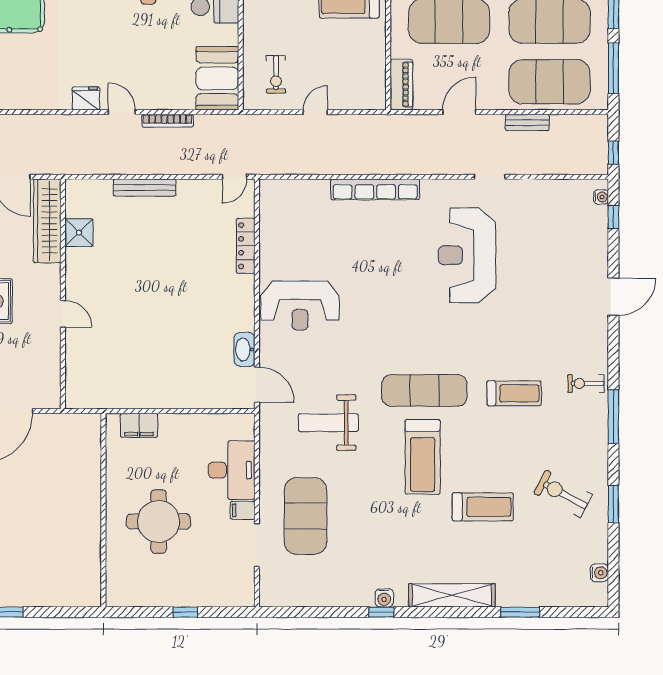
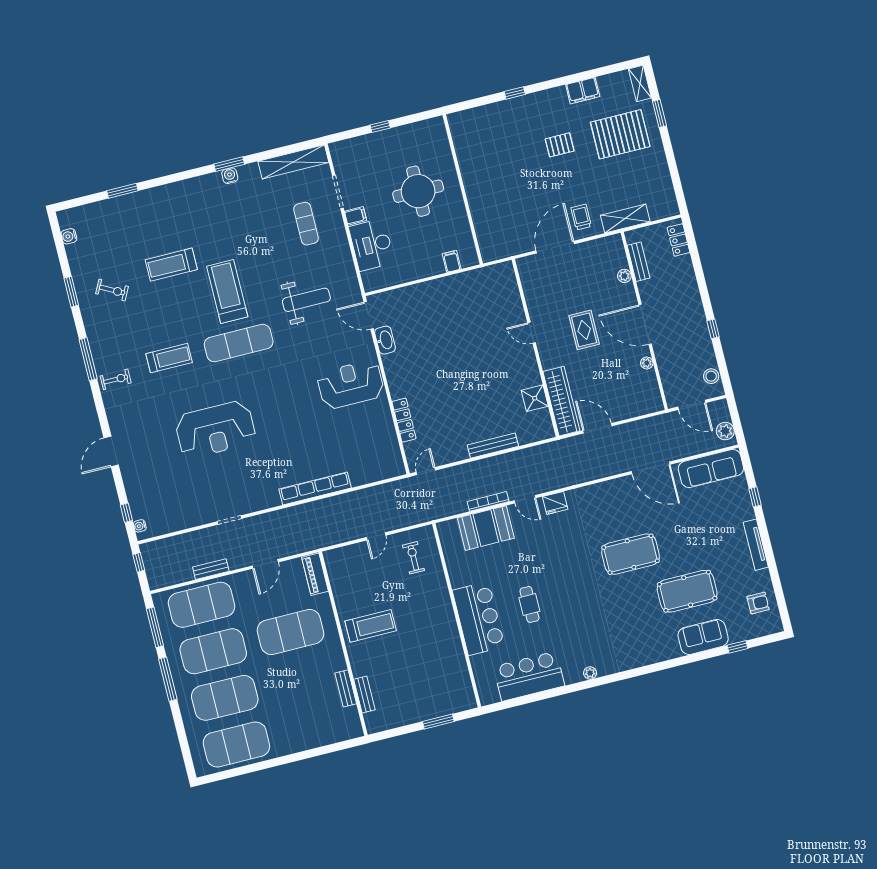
booth: (217, 78) -> (486, 528), moved, turned 90
reception desk: (467, 255) -> (215, 429), moved, turned 90
treadmill: (514, 393) -> (169, 358), turned 180
filing cabinet: (139, 425) -> (452, 261), width x0.50
exercise bike: (563, 494) -> (112, 290), width x0.73, depth x0.72
exercise mat: (306, 516) -> (306, 224), width x0.50, depth x0.69
shelving: (452, 595) -> (293, 162), moved
window: (381, 612) -> (229, 164), width x1.50

